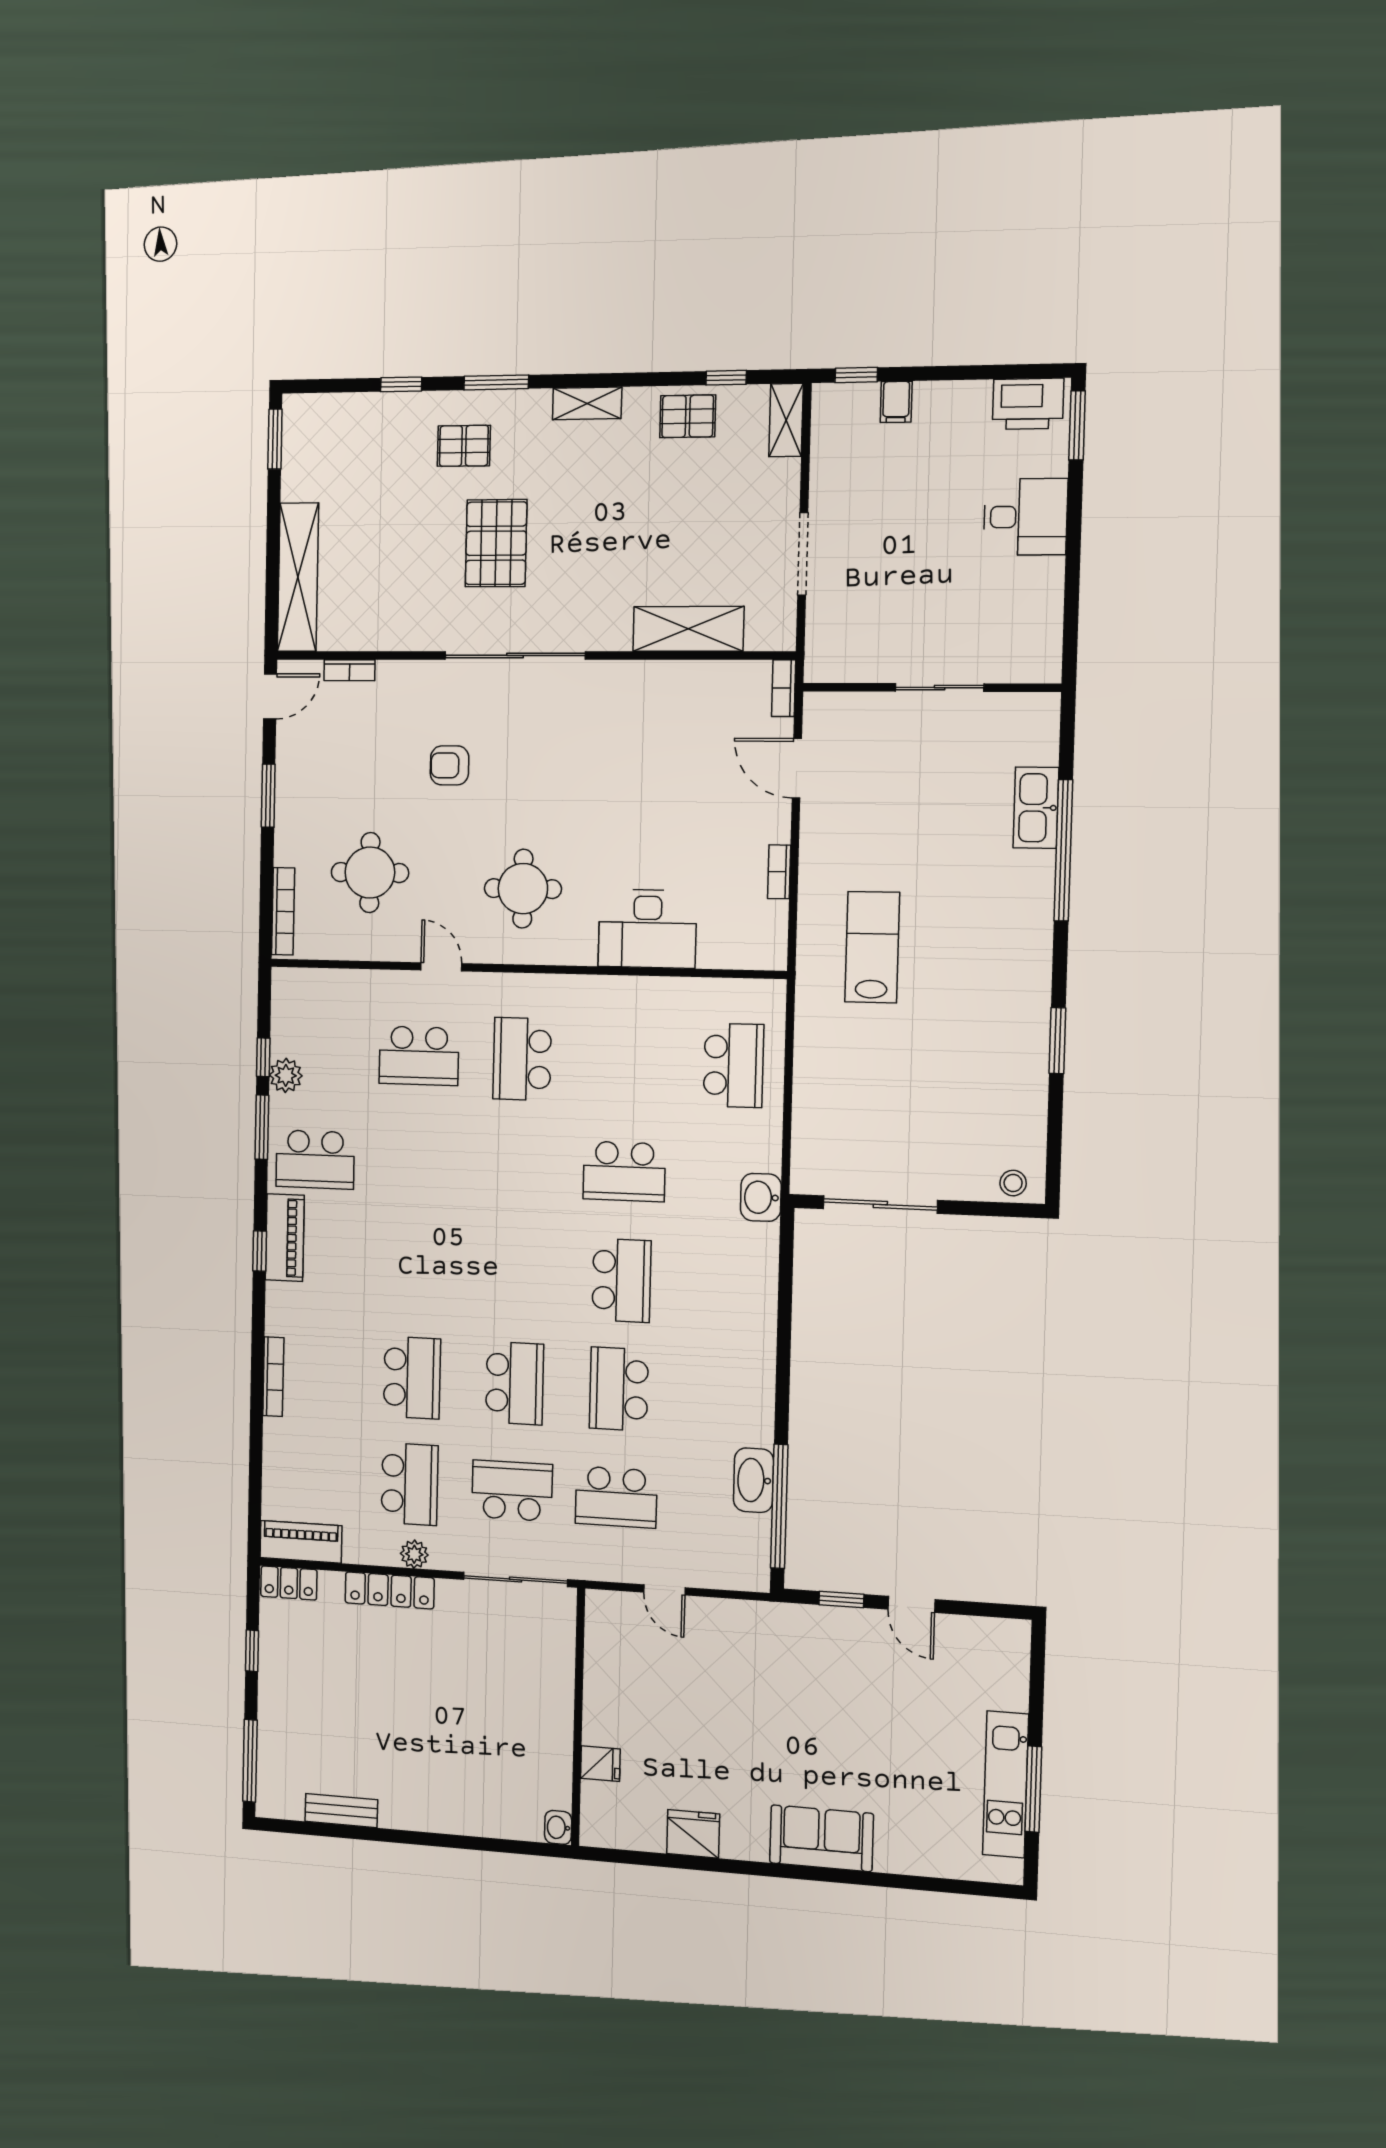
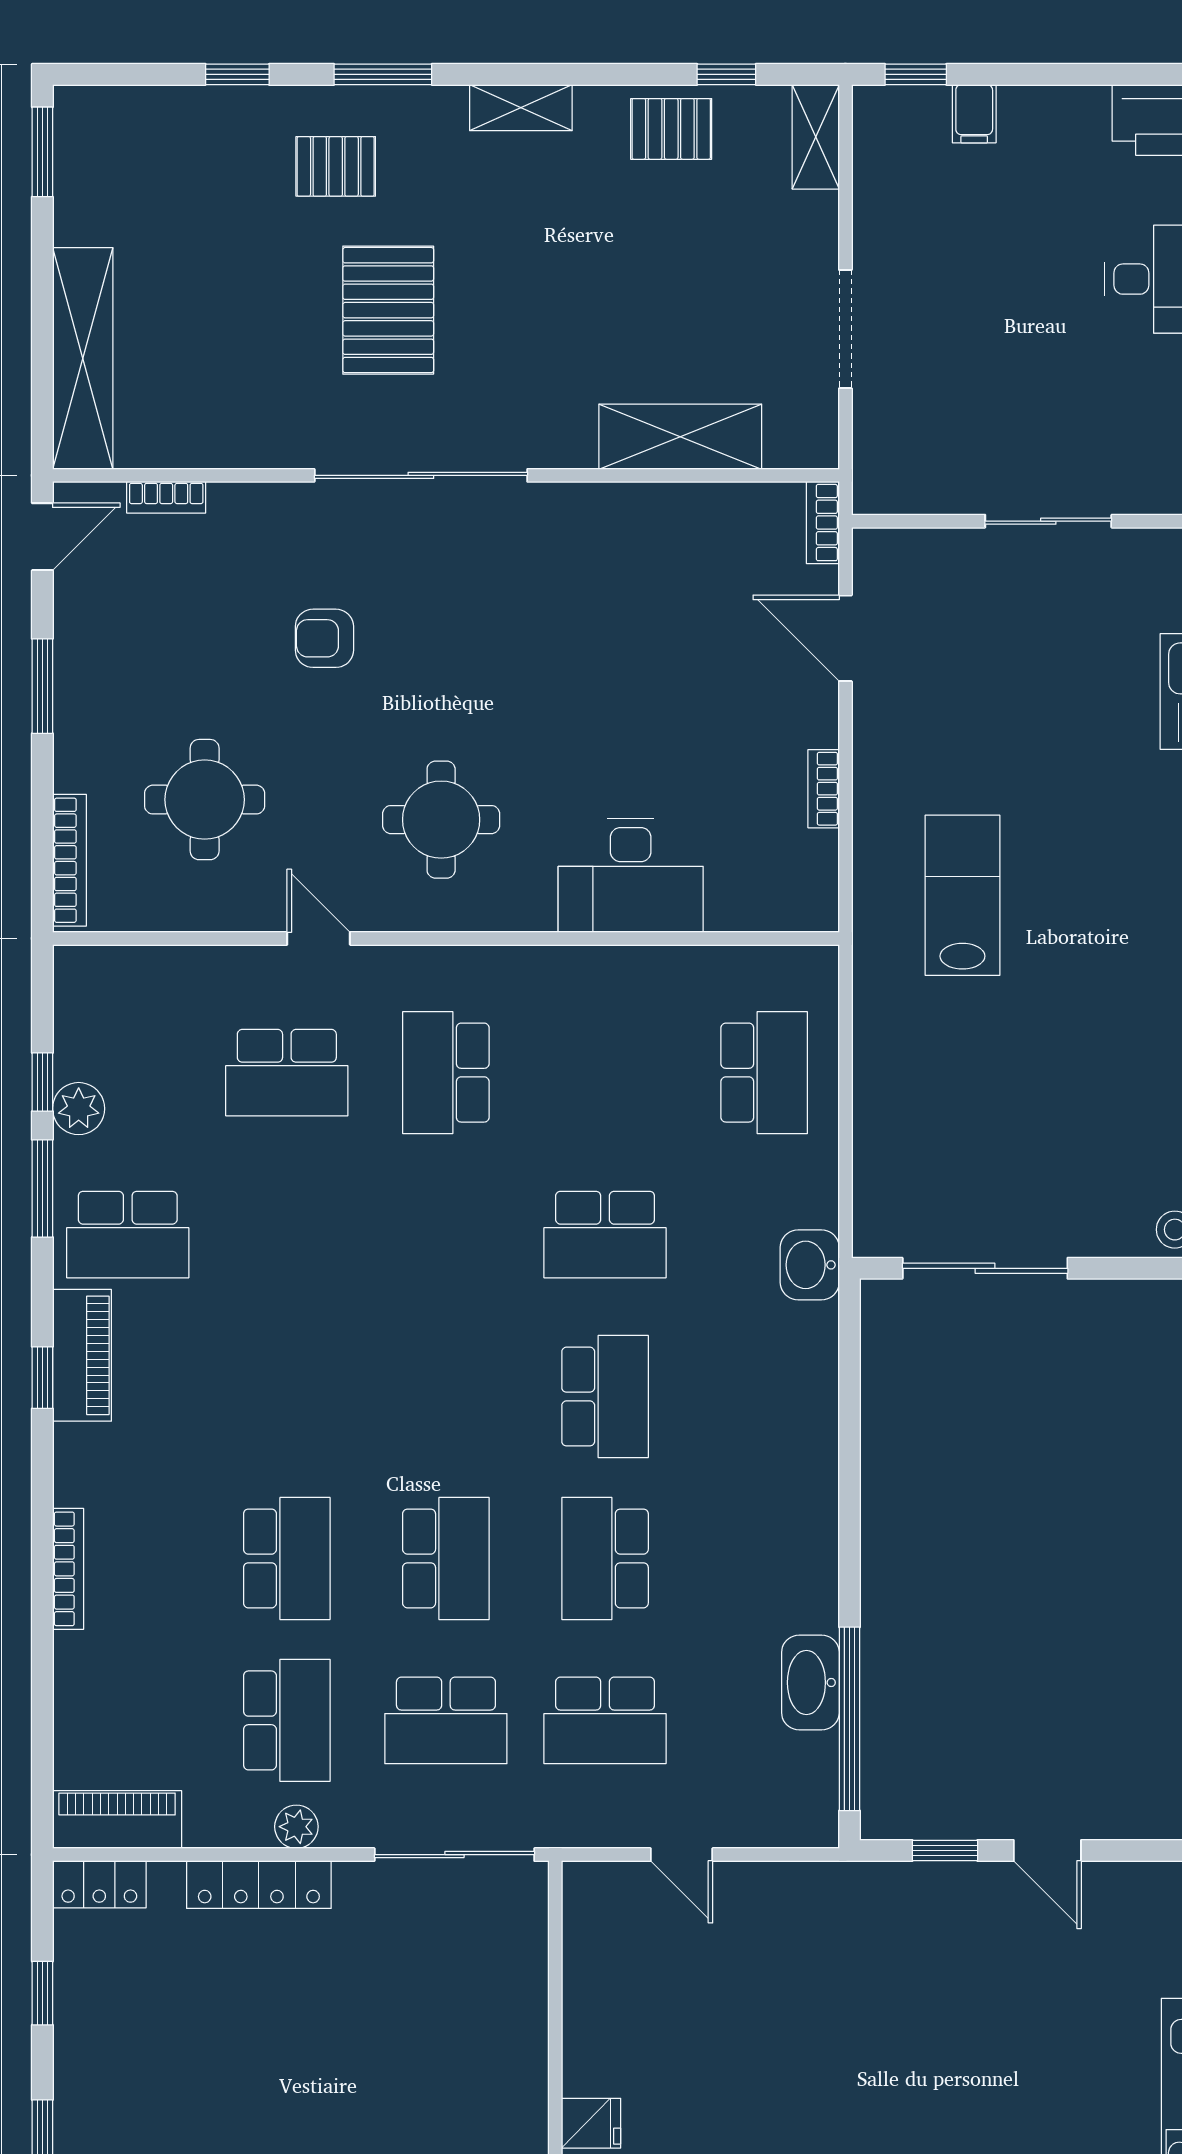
school desk: (512, 1491) -> (446, 1720), turned 180

